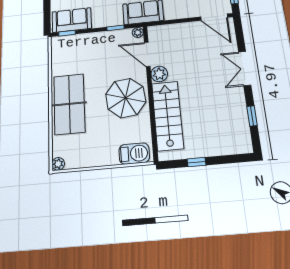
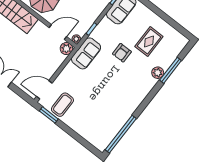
plant: (159, 74) -> (66, 49), moved

